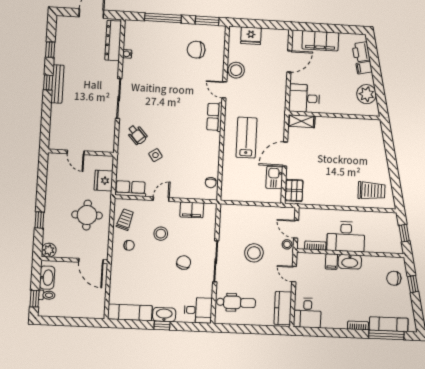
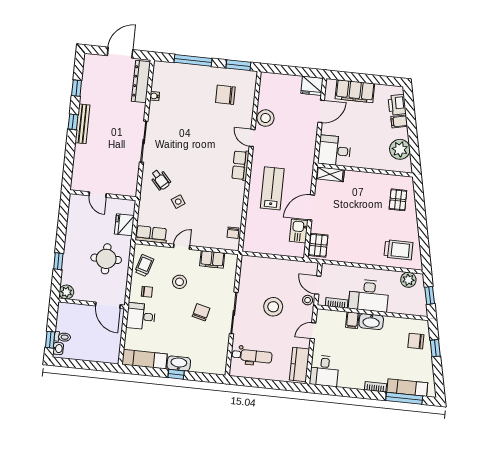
fridge: (251, 36) -> (312, 86), moved
pallet: (368, 143) -> (398, 200), added
plant: (383, 219) -> (408, 280), added
door: (294, 274) -> (313, 331), hinge flipped
washbasin: (47, 278) -> (58, 349), moved, width x0.52, depth x0.69
desk: (198, 310) -> (141, 316), moved, turned 180

